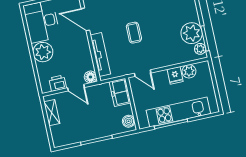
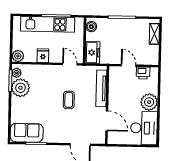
plant: (189, 71) -> (18, 56), moved
floor lamp: (90, 77) -> (114, 71), removed
shelving: (52, 113) -> (154, 34), moved

